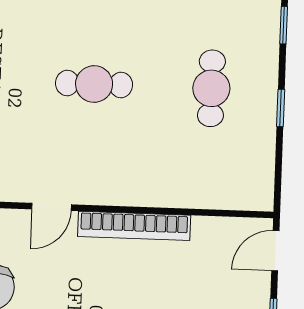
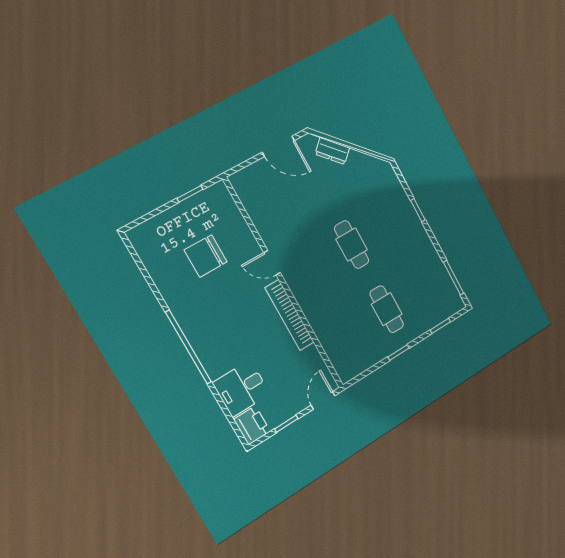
cafe table: (211, 88) -> (387, 309), turned 90
door: (275, 251) -> (323, 400), hinge flipped

